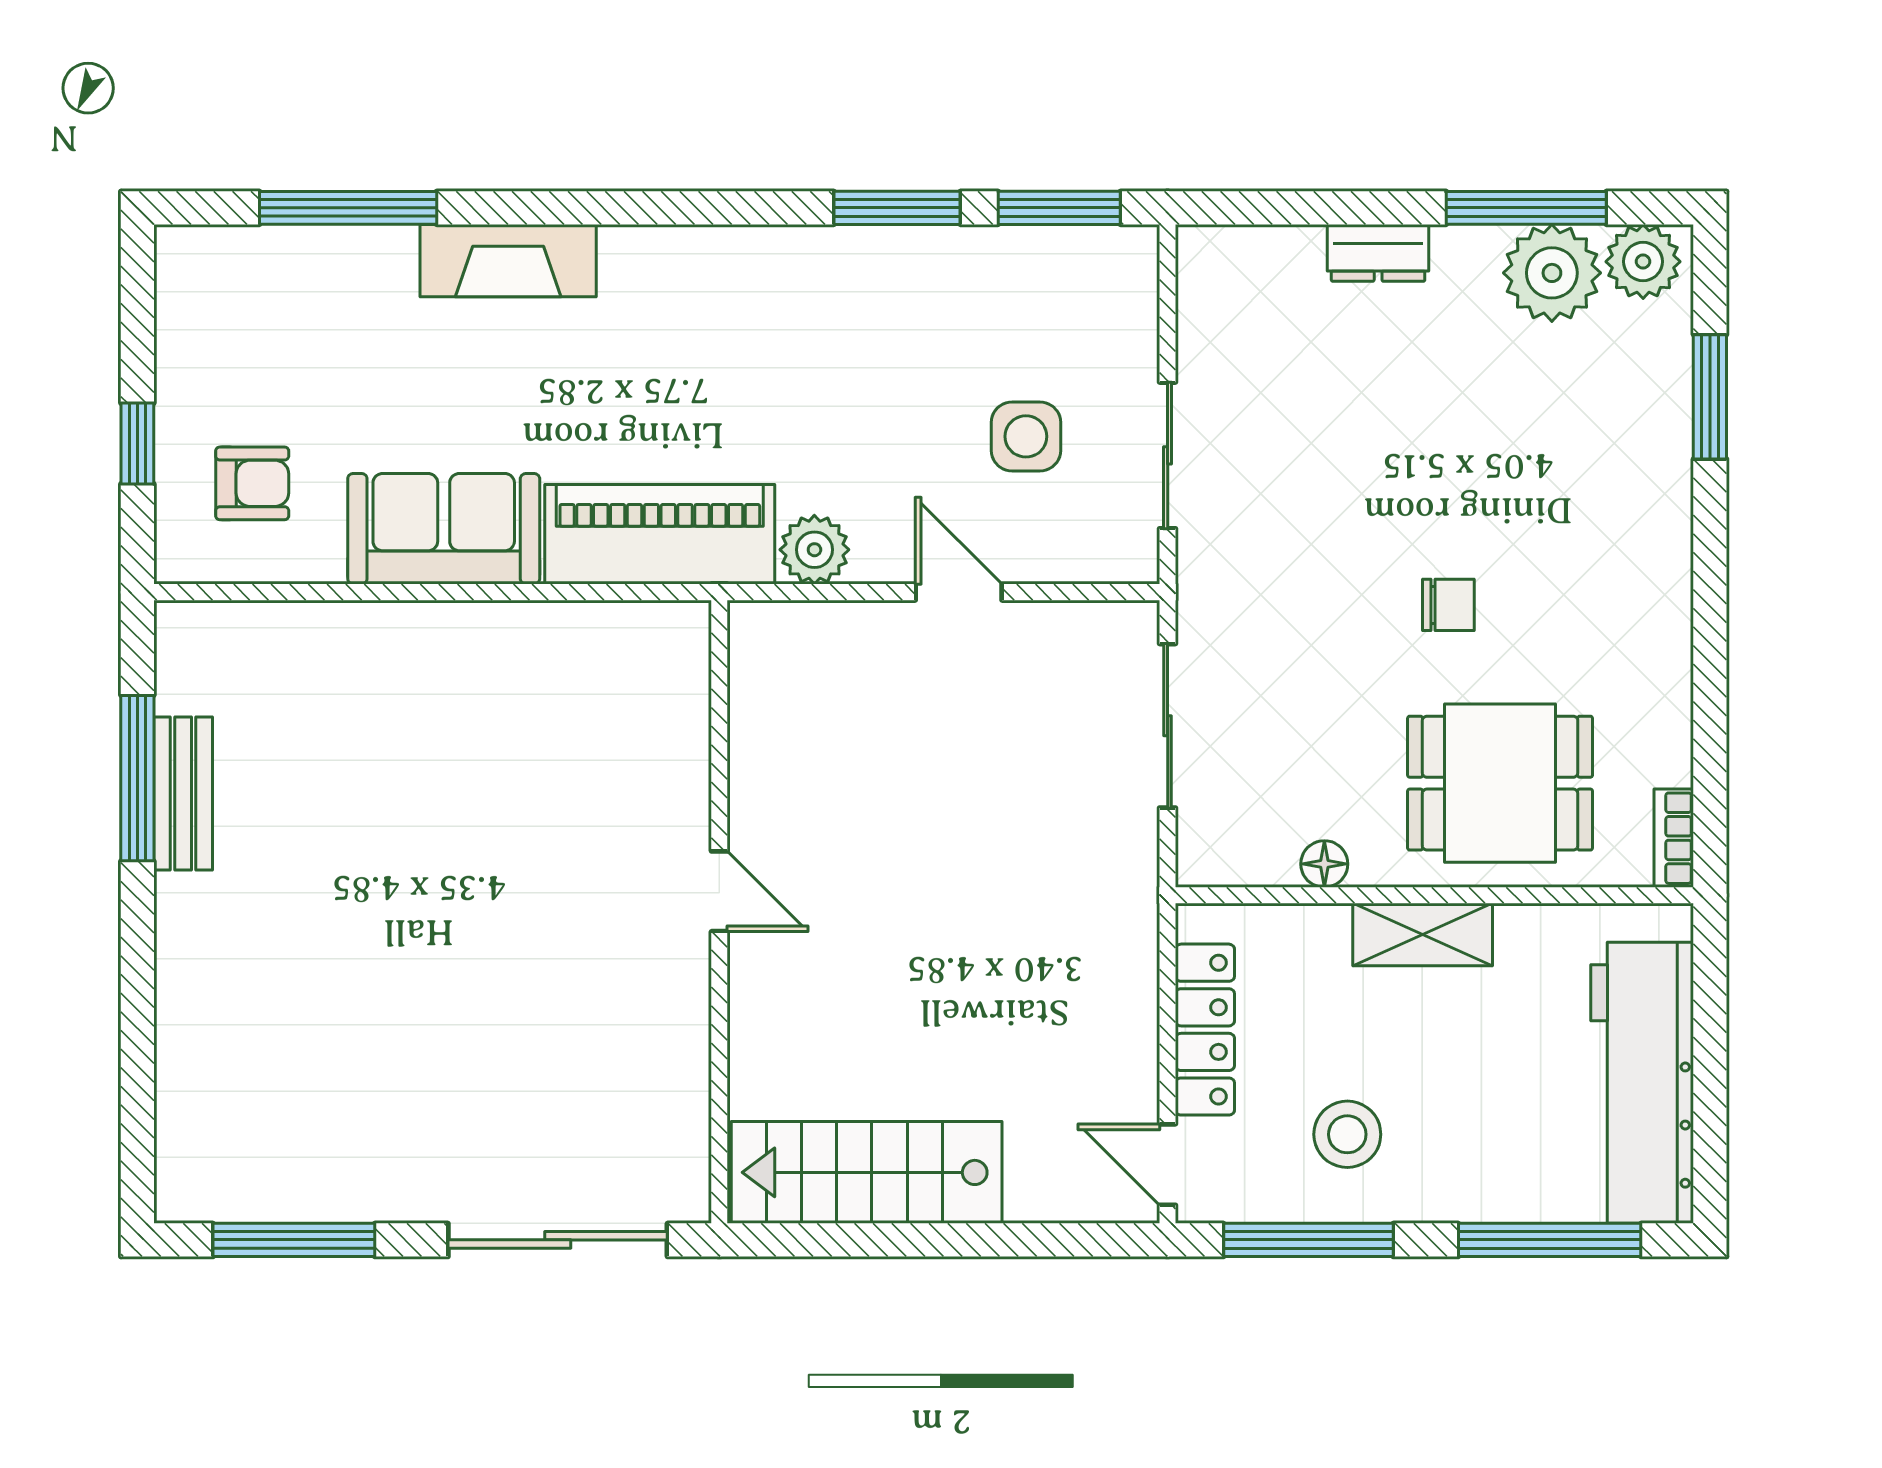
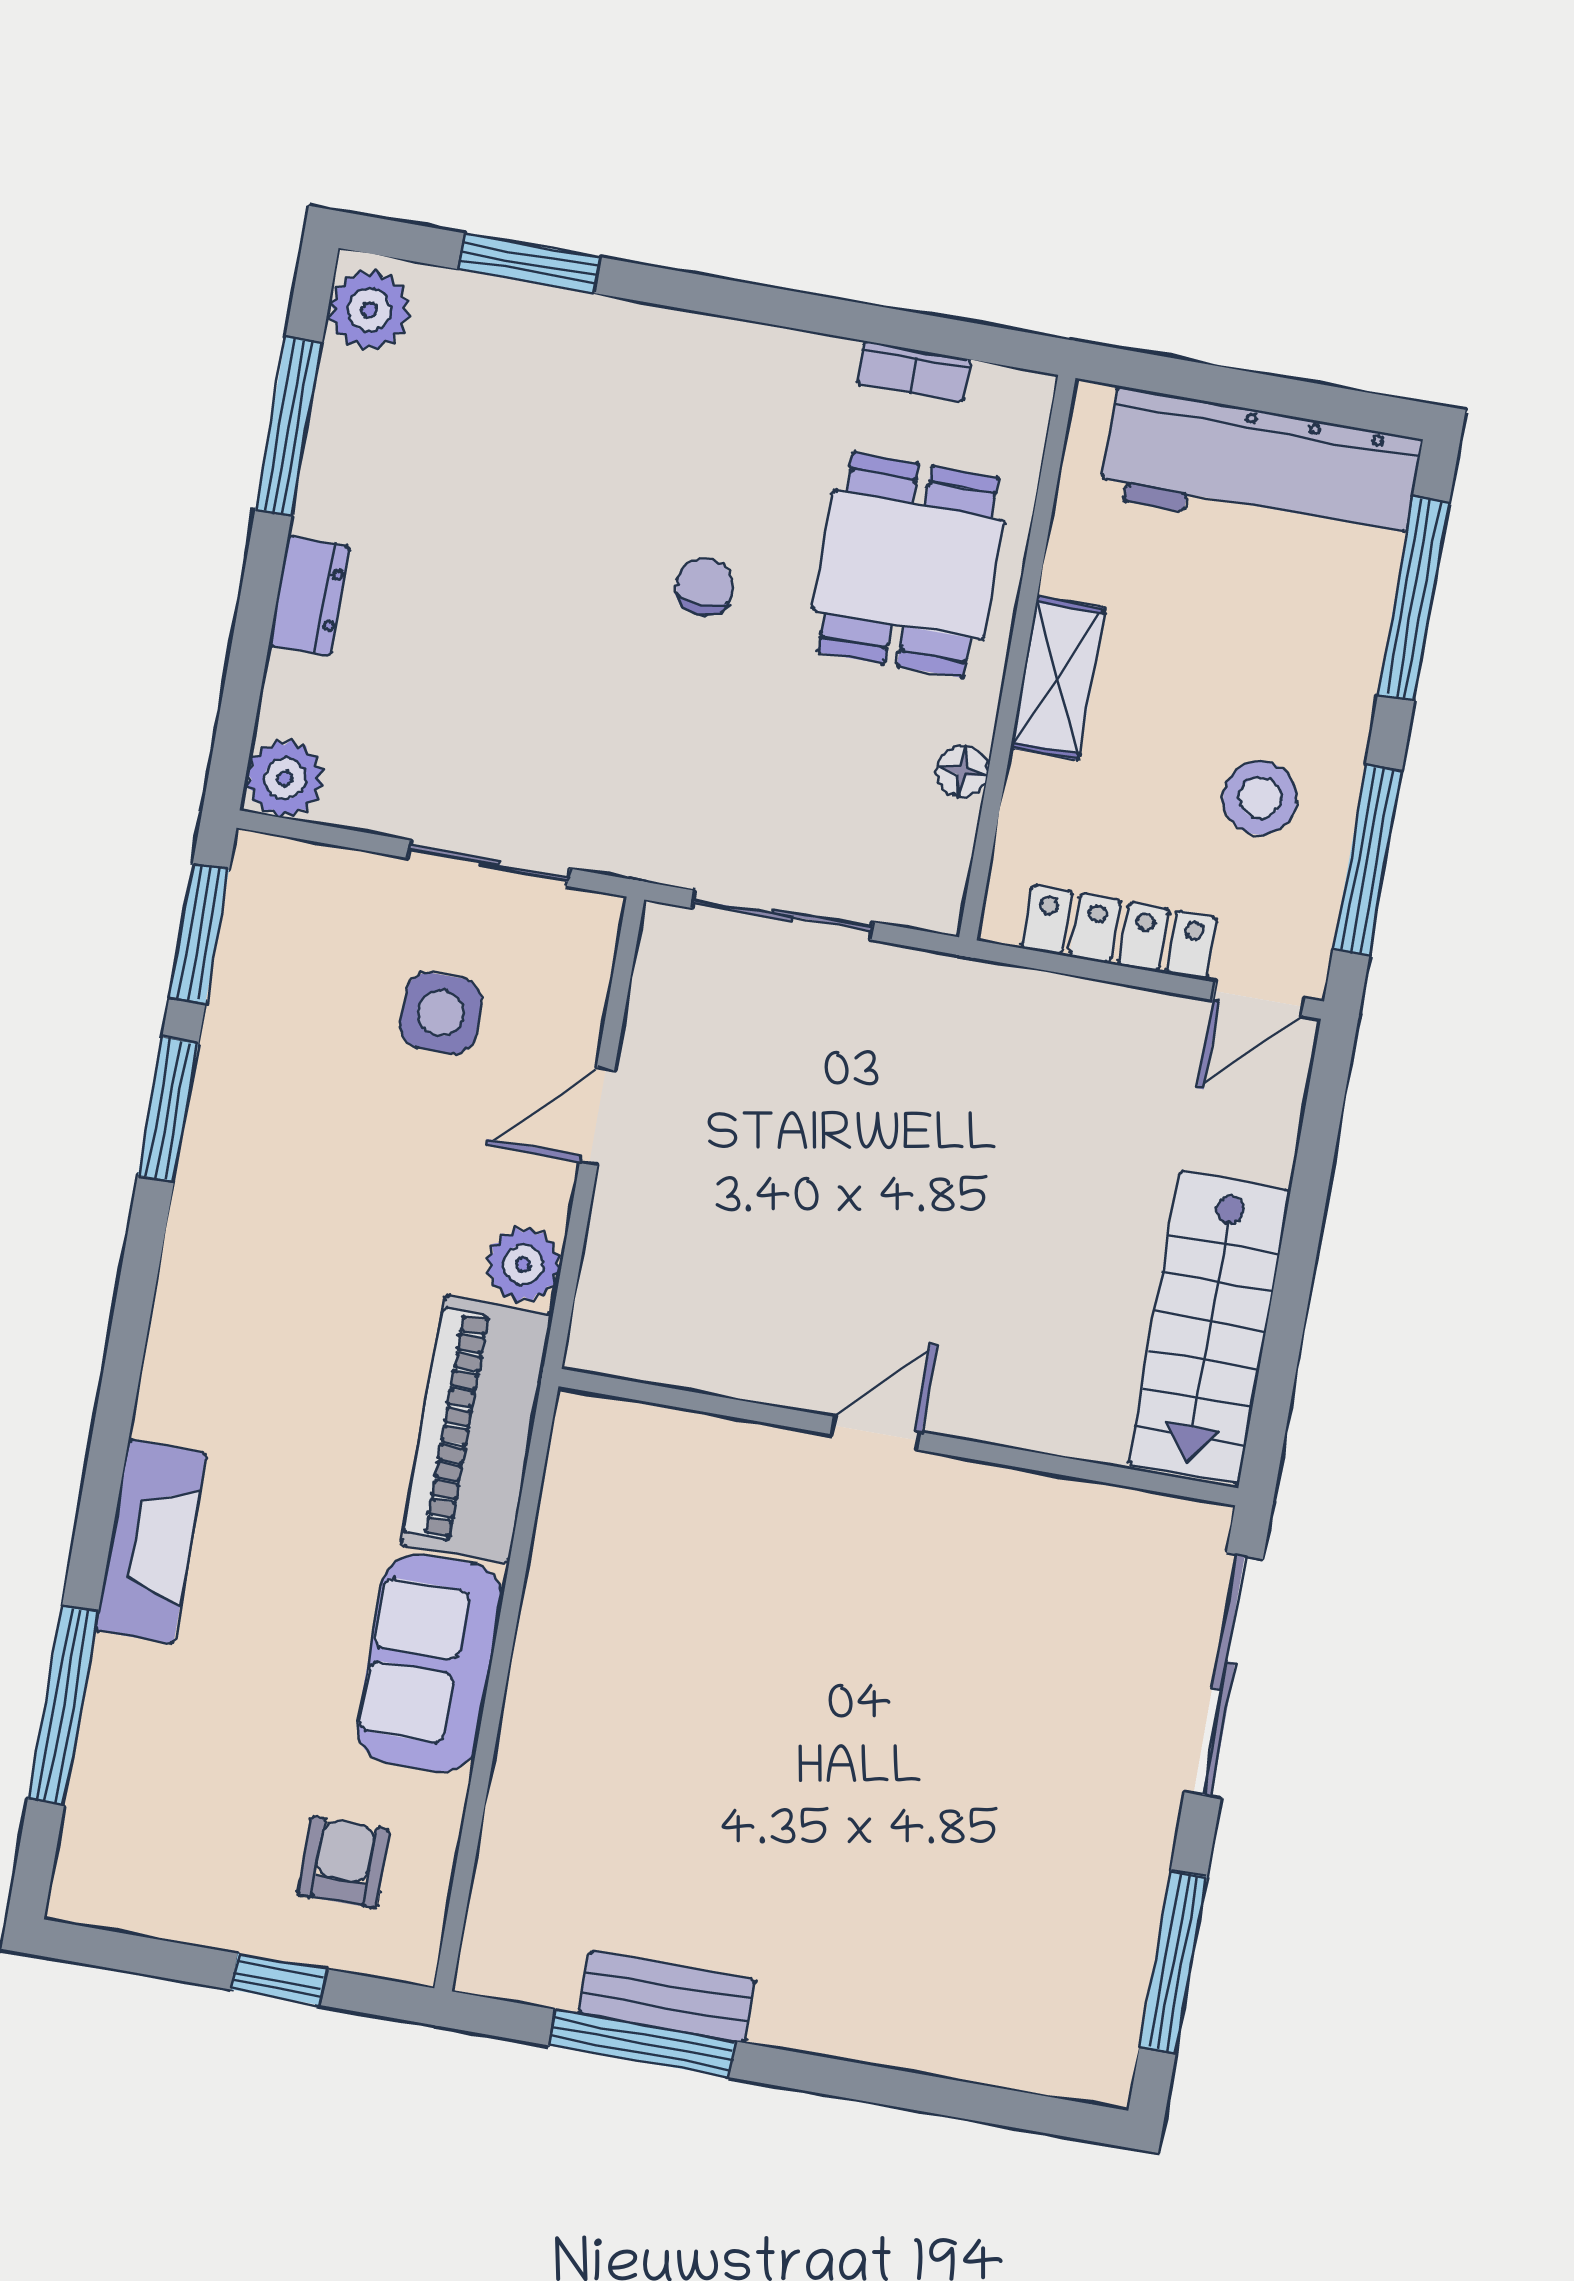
plant: (1552, 273) -> (285, 779), moved, width x0.73, depth x0.73
bookcase: (1674, 838) -> (914, 371), moved

